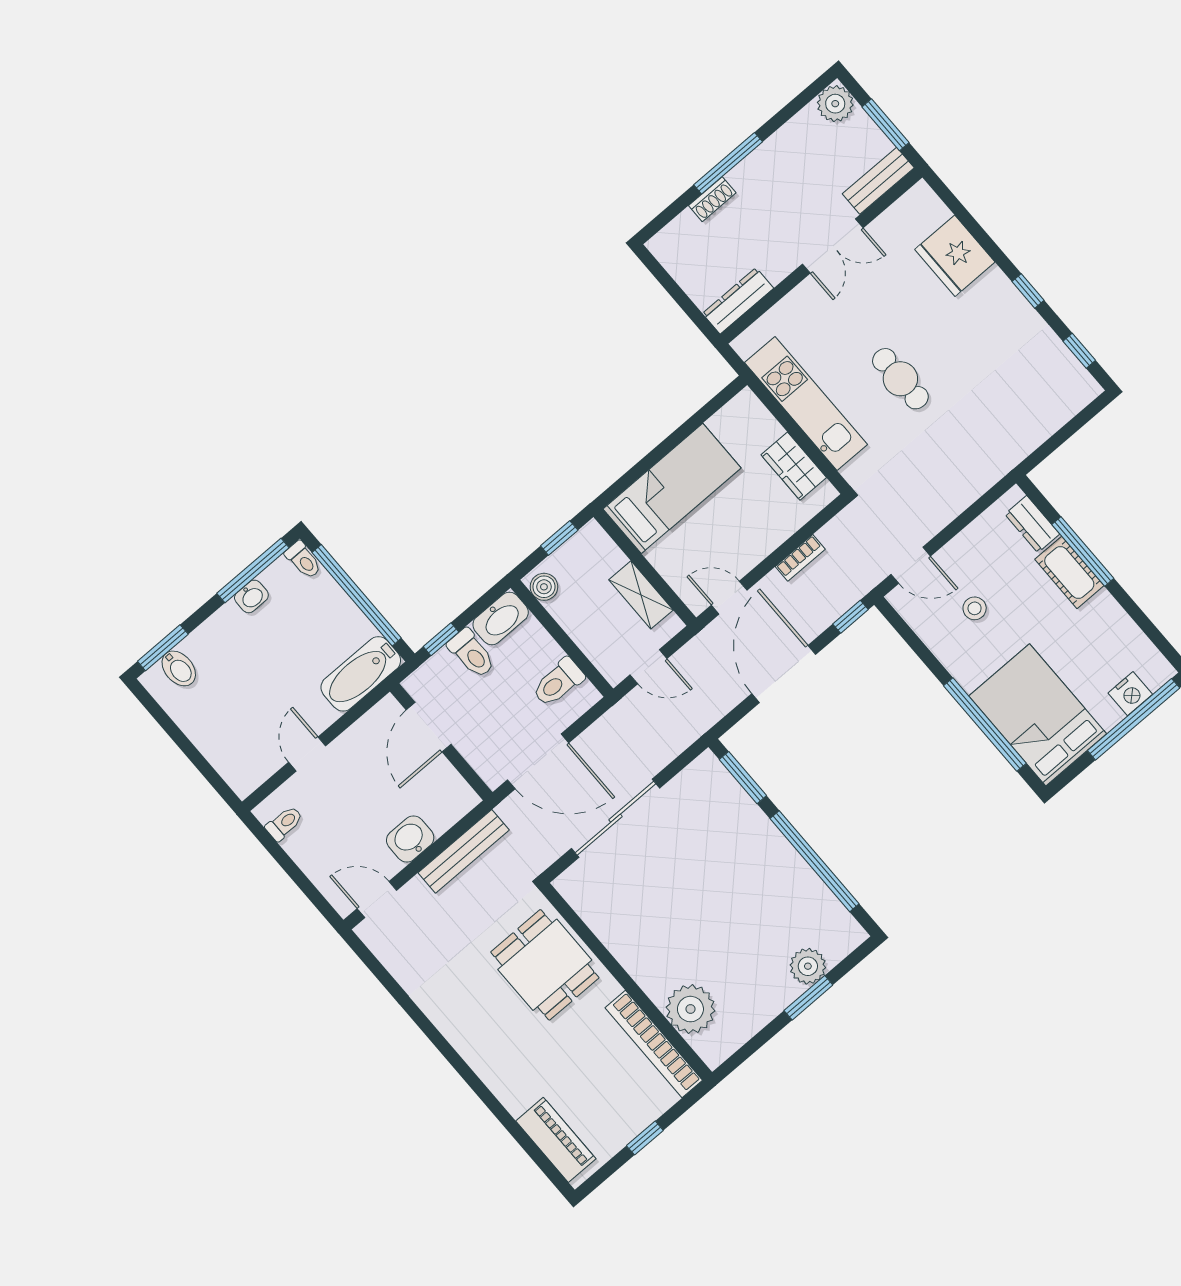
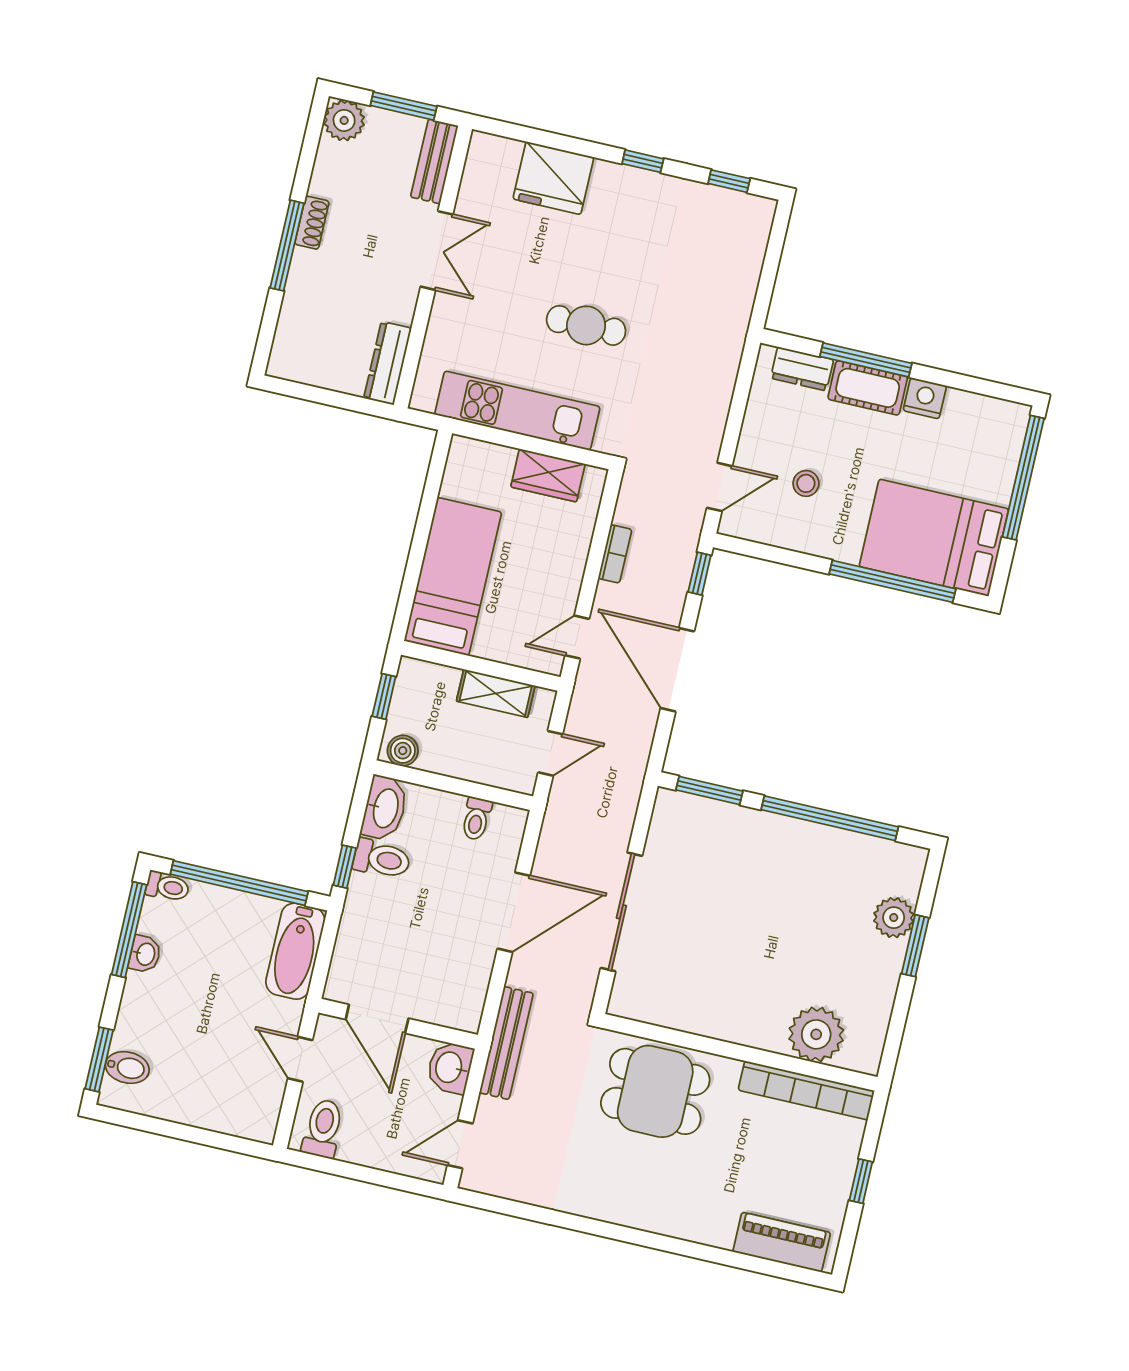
shoe rack: (712, 199) -> (312, 223), moved
toilet: (558, 682) -> (476, 819), width x0.73, depth x0.72
nightstand: (1130, 694) -> (925, 398), moved, turned -90
door: (429, 727) -> (377, 1019), moved
wall: (441, 742) -> (398, 1024), moved
toilet: (284, 823) -> (323, 1128), width x1.37, depth x1.39

